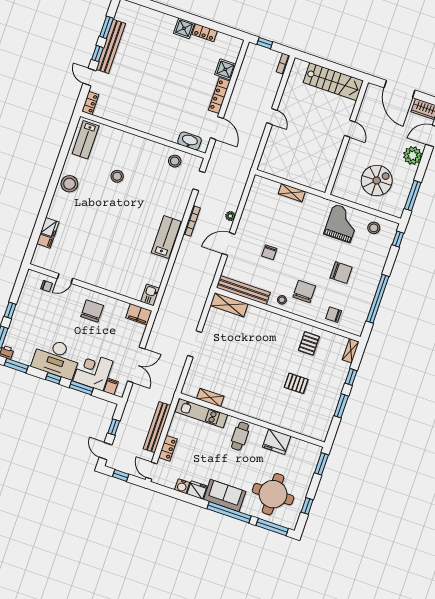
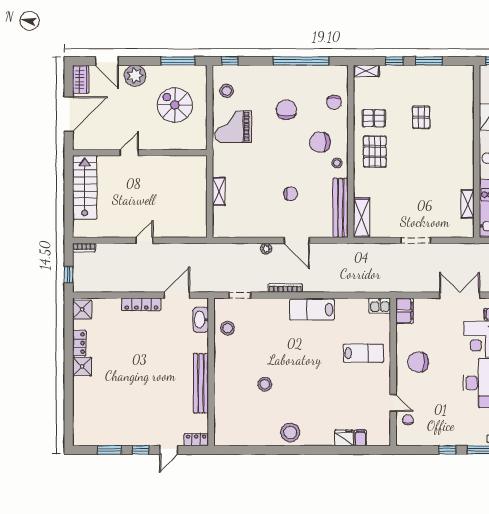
bench: (111, 46) -> (201, 383), moved, turned 90
shower: (225, 69) -> (82, 309), moved
lab bench: (86, 140) -> (363, 353), moved
pallet: (281, 335) -> (375, 152), added

